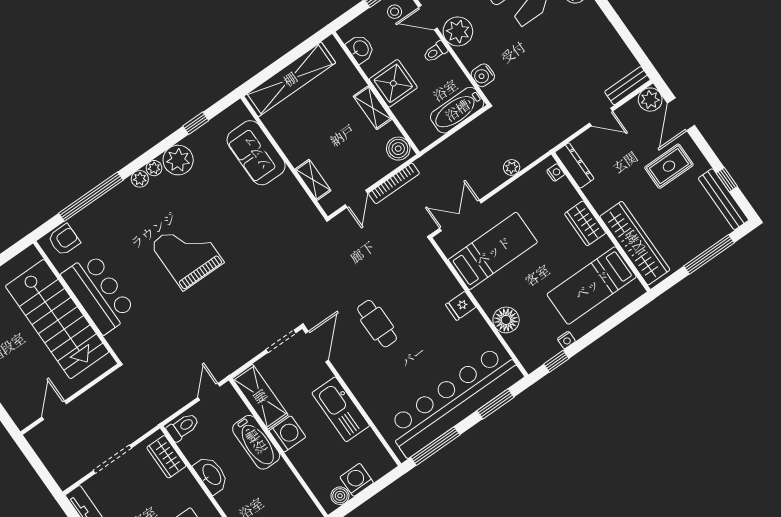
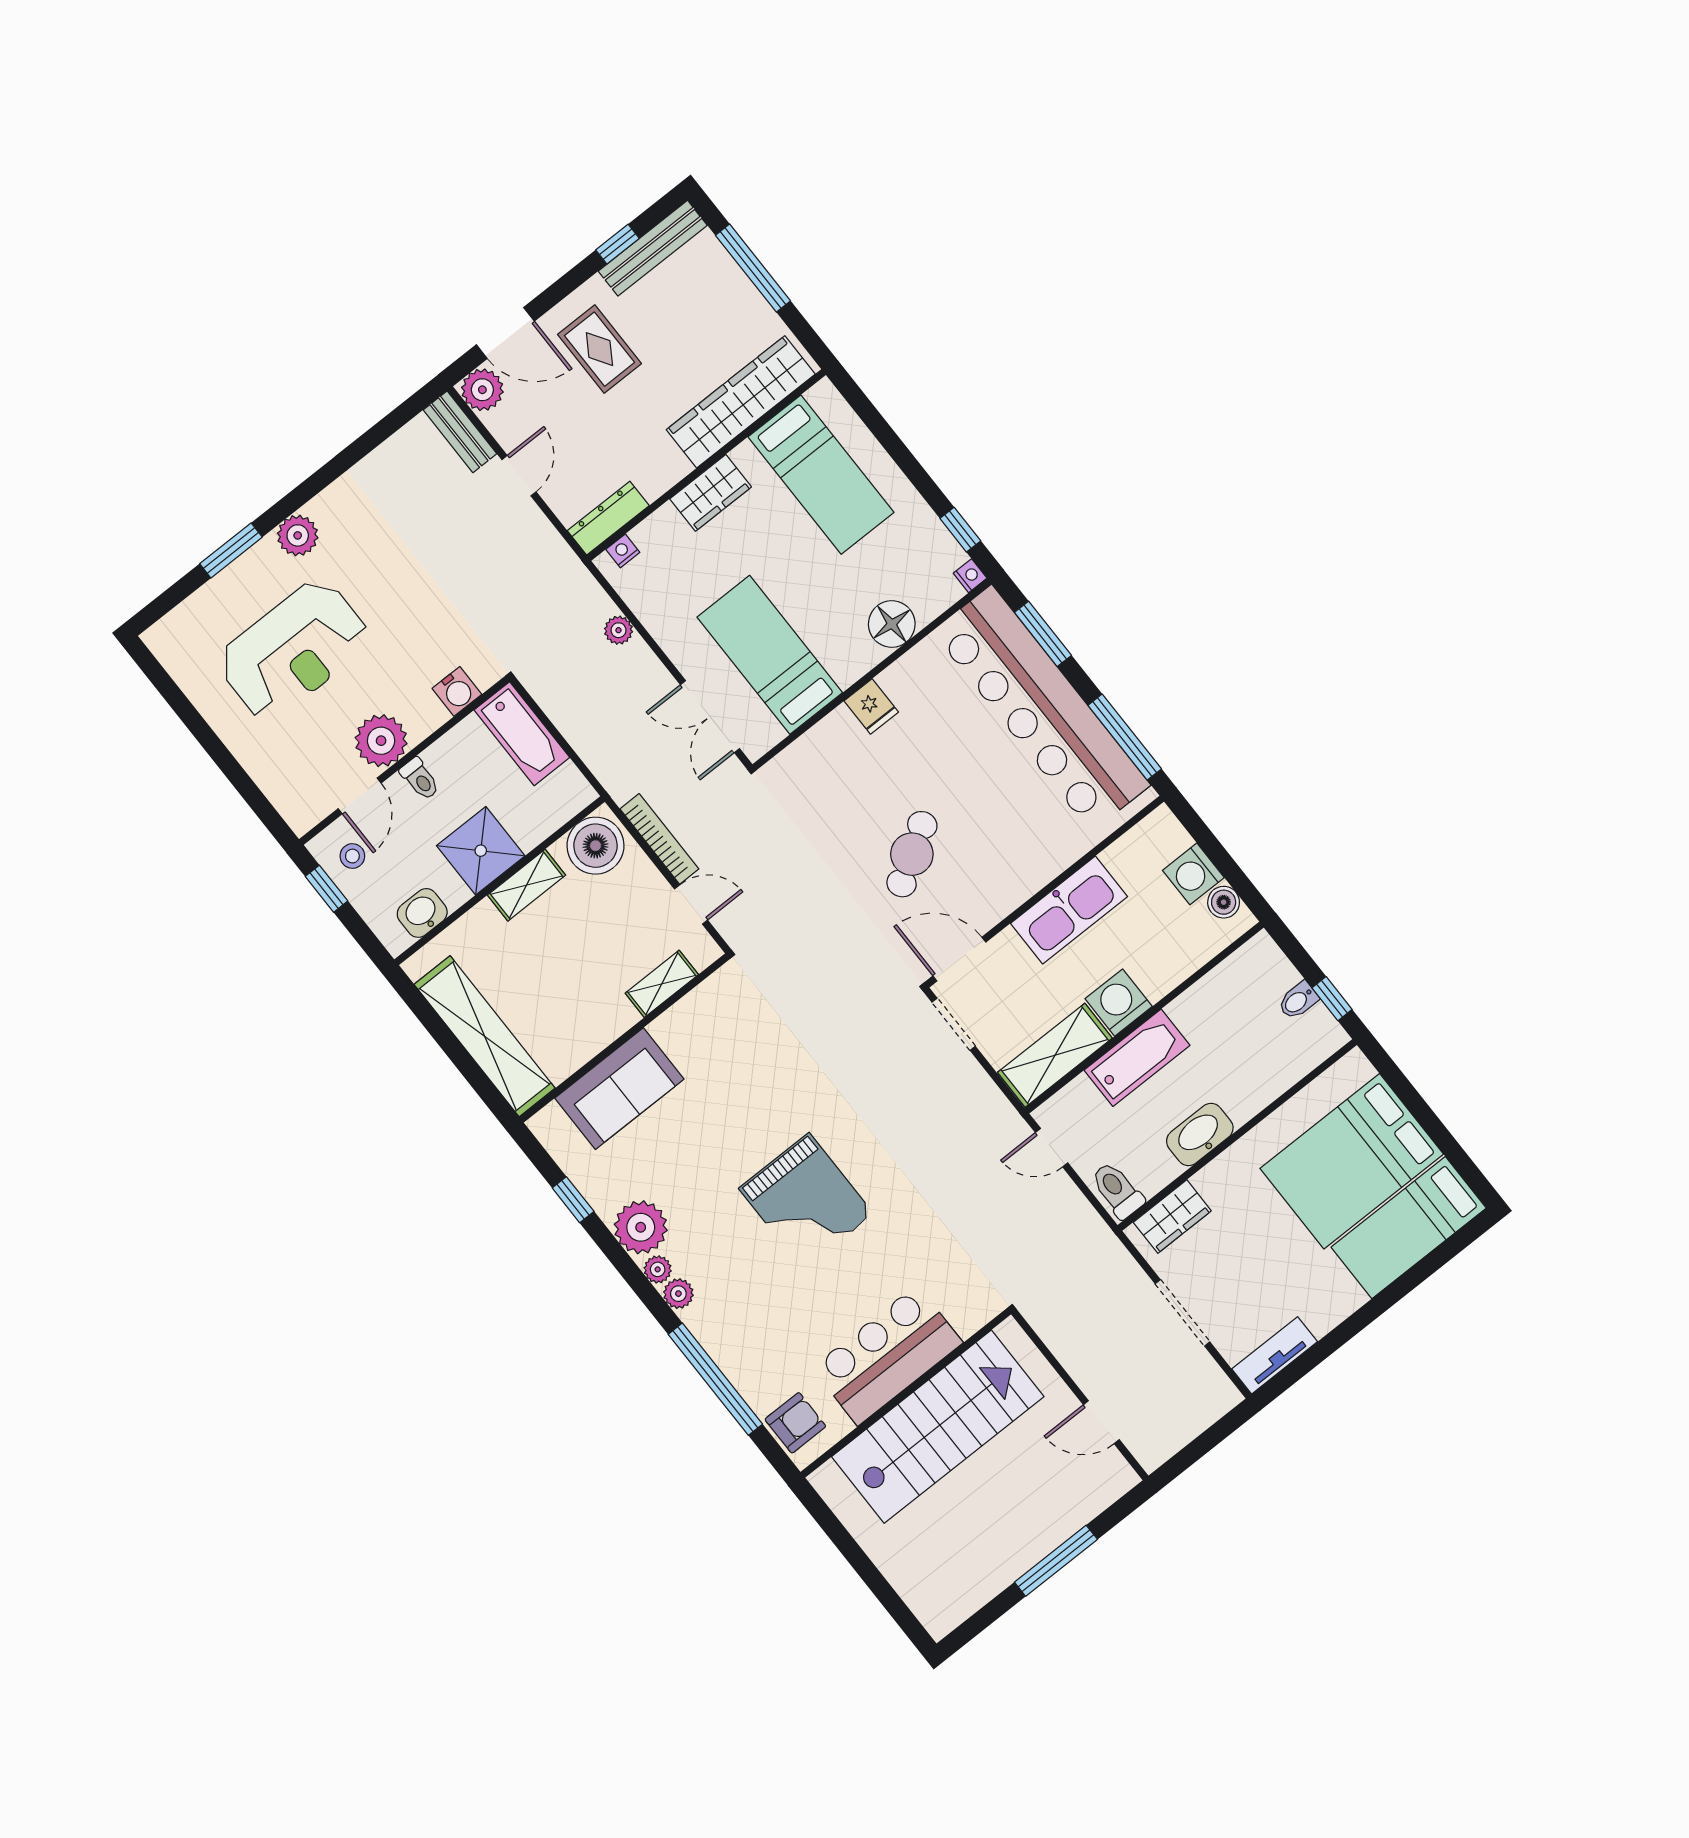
boiler: (398, 149) -> (595, 846), width x1.37, depth x1.37
armchair: (64, 240) -> (795, 1423), turned 90
grand piano: (187, 253) -> (806, 1201), turned -90
cafe table: (377, 324) -> (912, 854), turned -32
nightstand: (566, 340) -> (970, 576), moved

